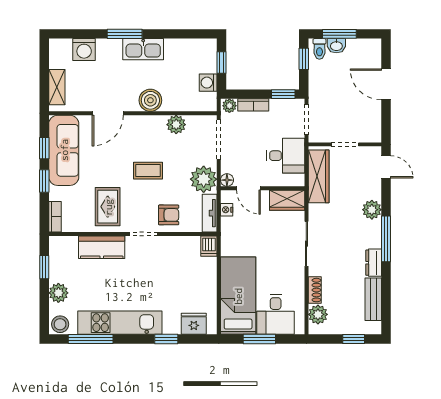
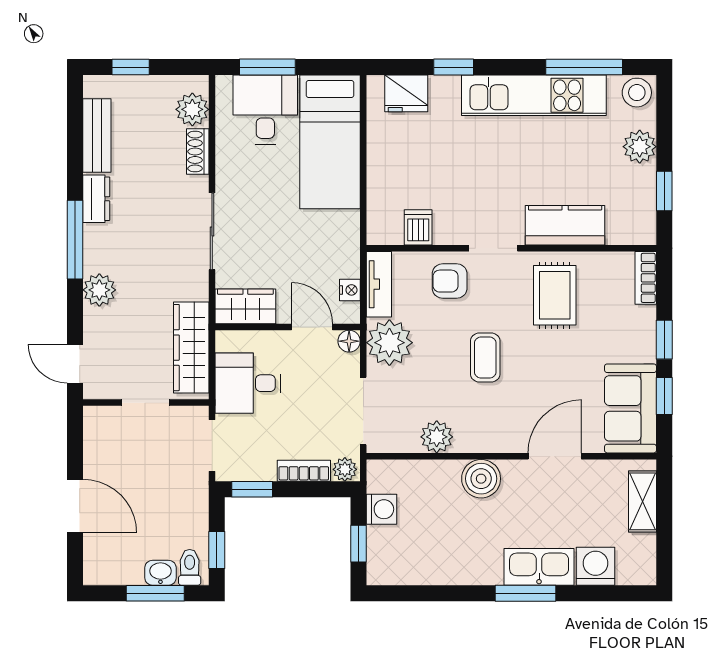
kitchen sink: (143, 49) -> (539, 567), moved
sofa: (64, 150) -> (630, 408), width x0.73
coffee table: (148, 171) -> (485, 358), turned 90
dishwasher: (209, 246) -> (418, 227), moved
window: (259, 339) -> (267, 67), moved

